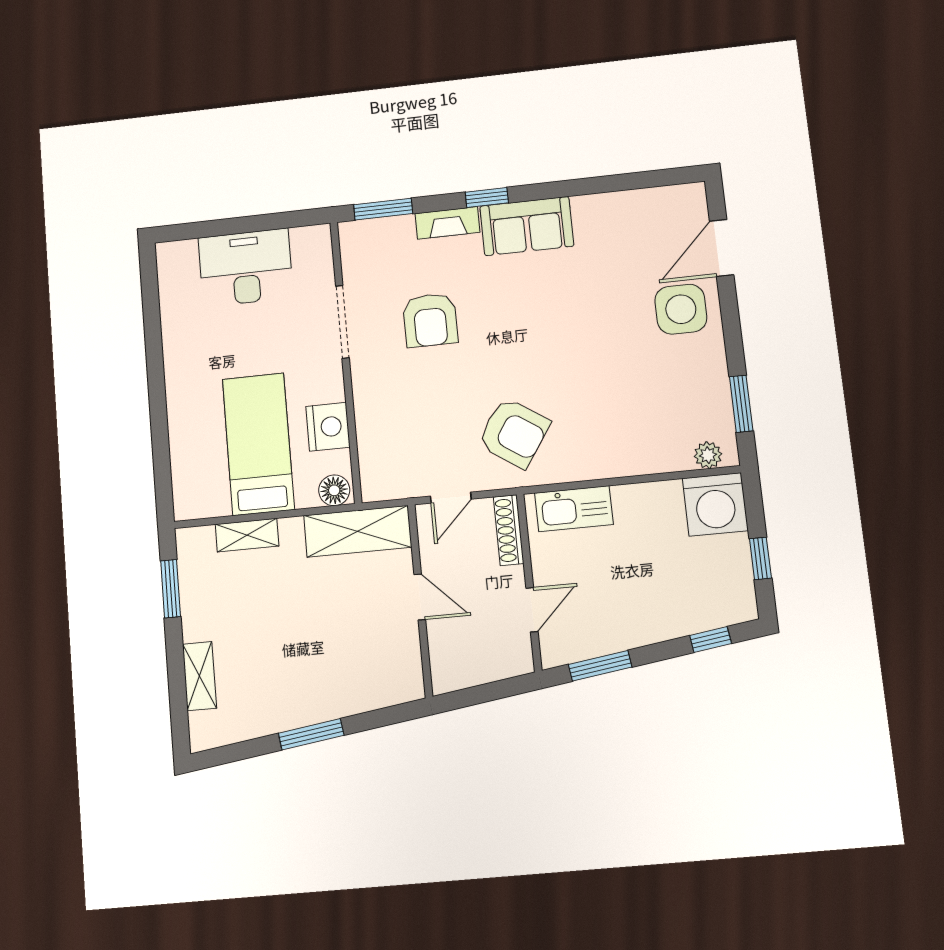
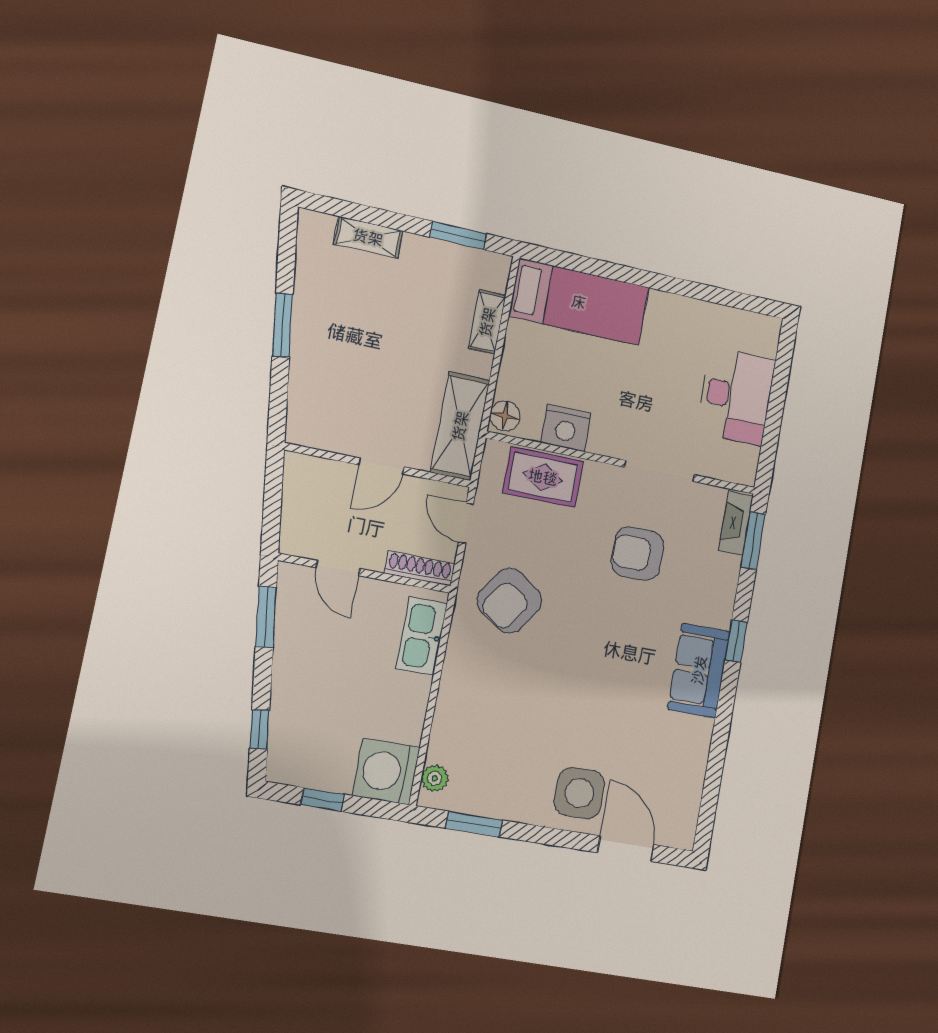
fireplace: (447, 223) -> (736, 523), moved
rug: (383, 435) -> (543, 477), added
bed: (258, 444) -> (579, 302), moved

